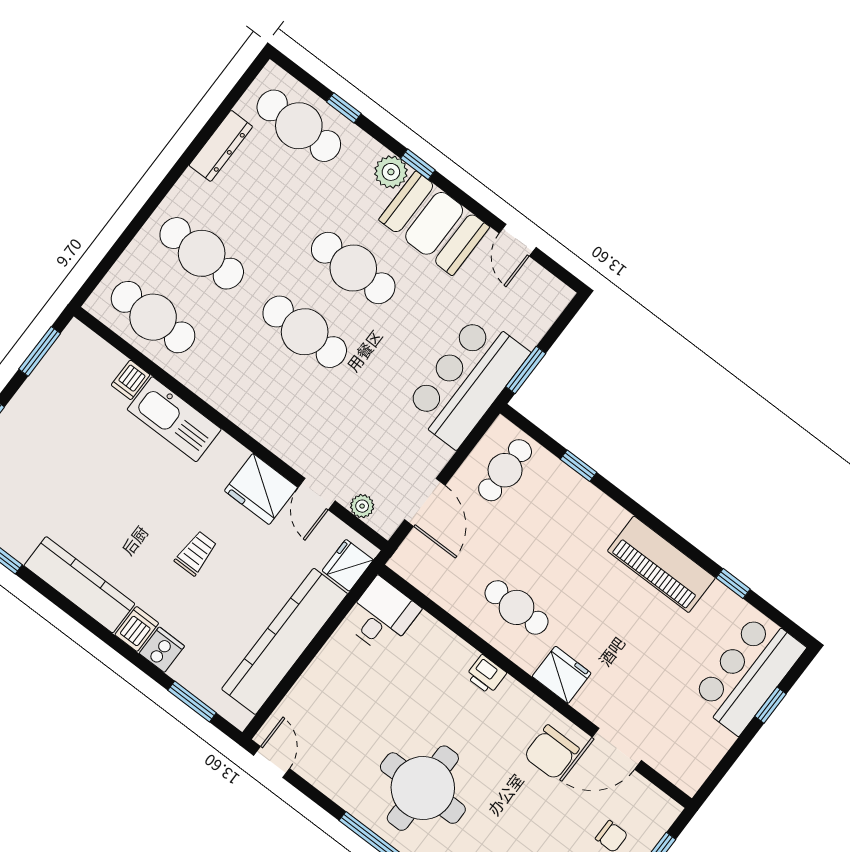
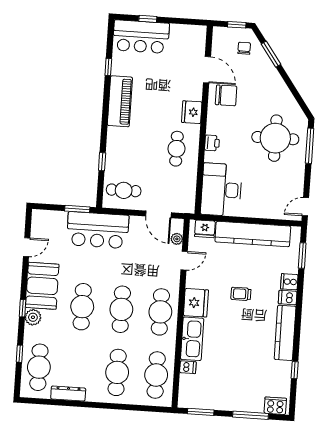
cafe table: (256, 396) -> (160, 312), added
fridge: (261, 489) -> (196, 303), moved
door: (425, 502) -> (158, 214), swing flipped
desk: (382, 615) -> (221, 190), width x1.87, depth x1.30

